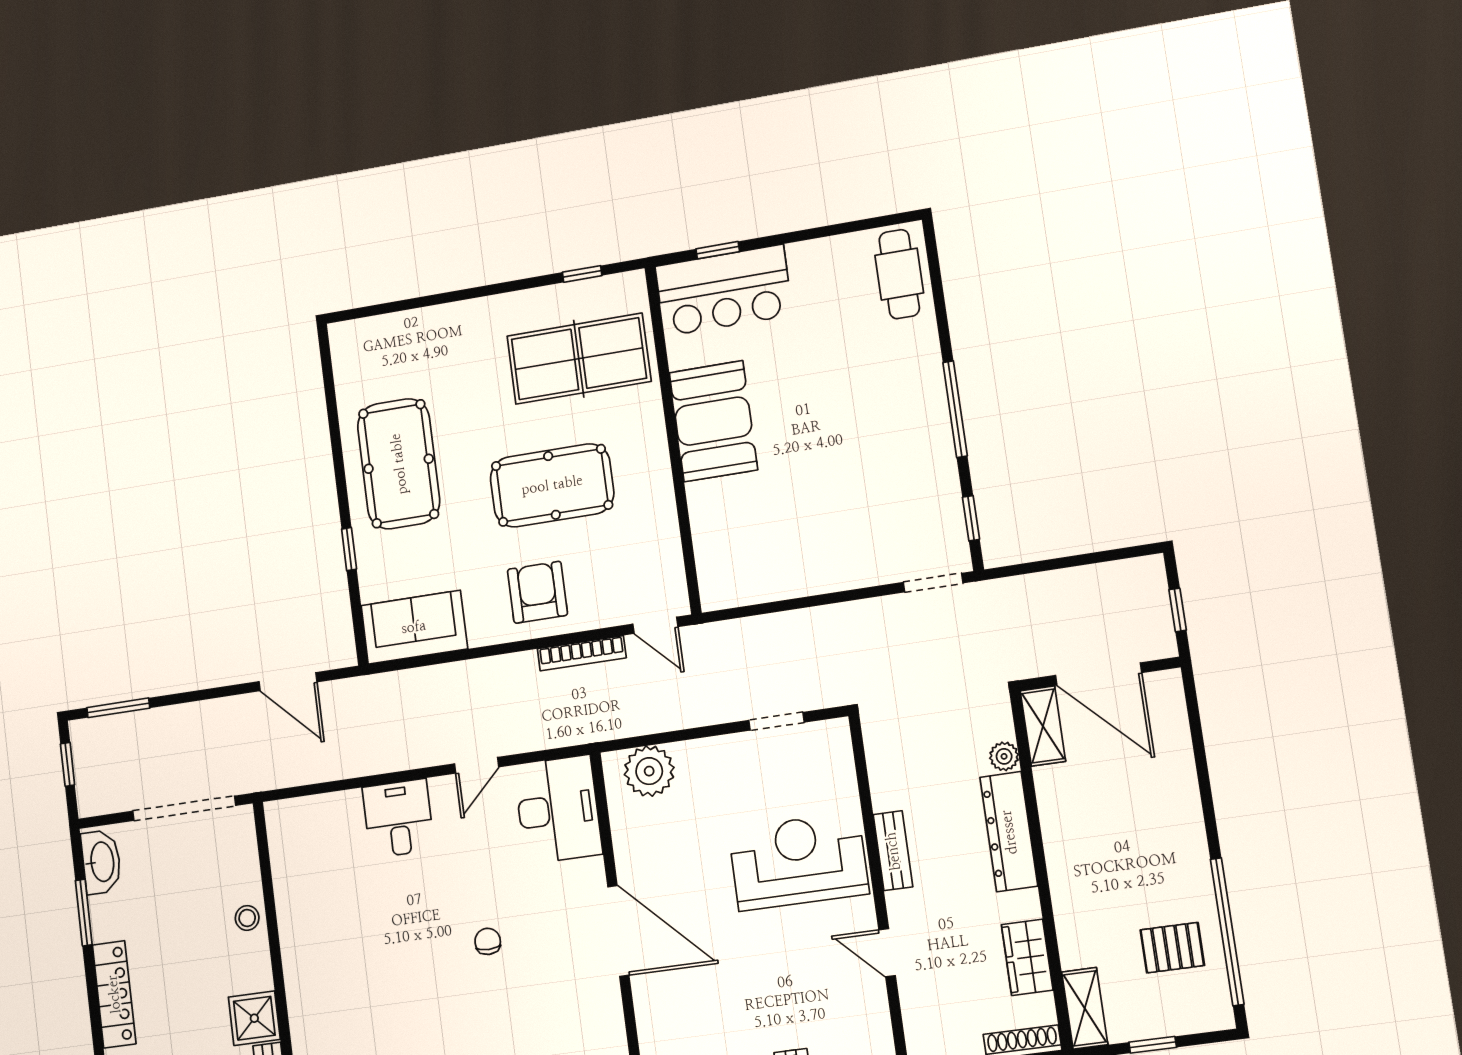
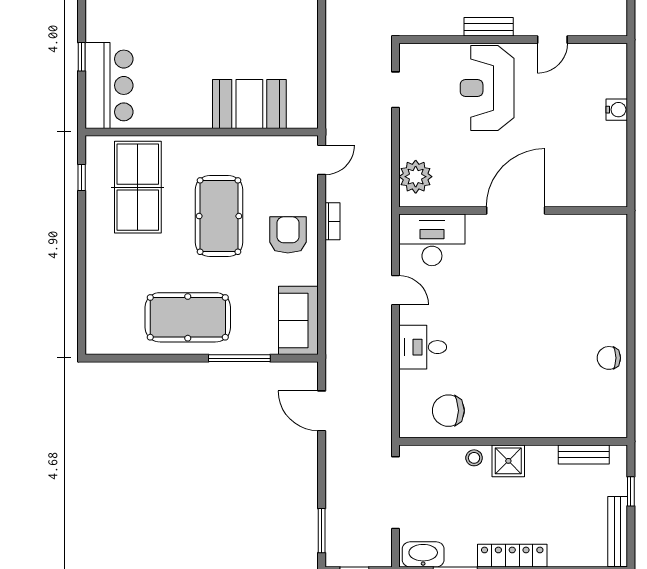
window: (718, 250) -> (82, 57), moved
booth: (713, 421) -> (249, 104), moved
window: (349, 549) -> (239, 358), width x2.17
armchair: (537, 592) -> (288, 235), turned 90
bookcase: (582, 653) -> (333, 221), width x0.64
door: (288, 682) -> (322, 411), swing flipped
chair: (488, 941) -> (448, 411), moved, width x1.87, depth x1.87
shower: (254, 1018) -> (508, 461), moved

